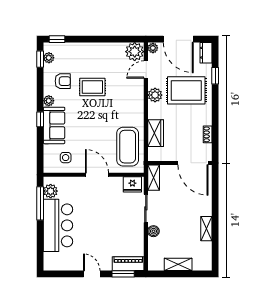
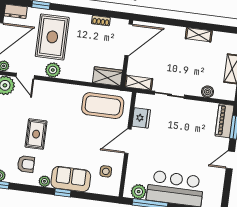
armchair: (63, 81) -> (26, 164), turned 90
wardrobe: (156, 133) -> (108, 76), moved
fridge: (132, 184) -> (141, 118), moved
boiler: (153, 231) -> (208, 92), moved

